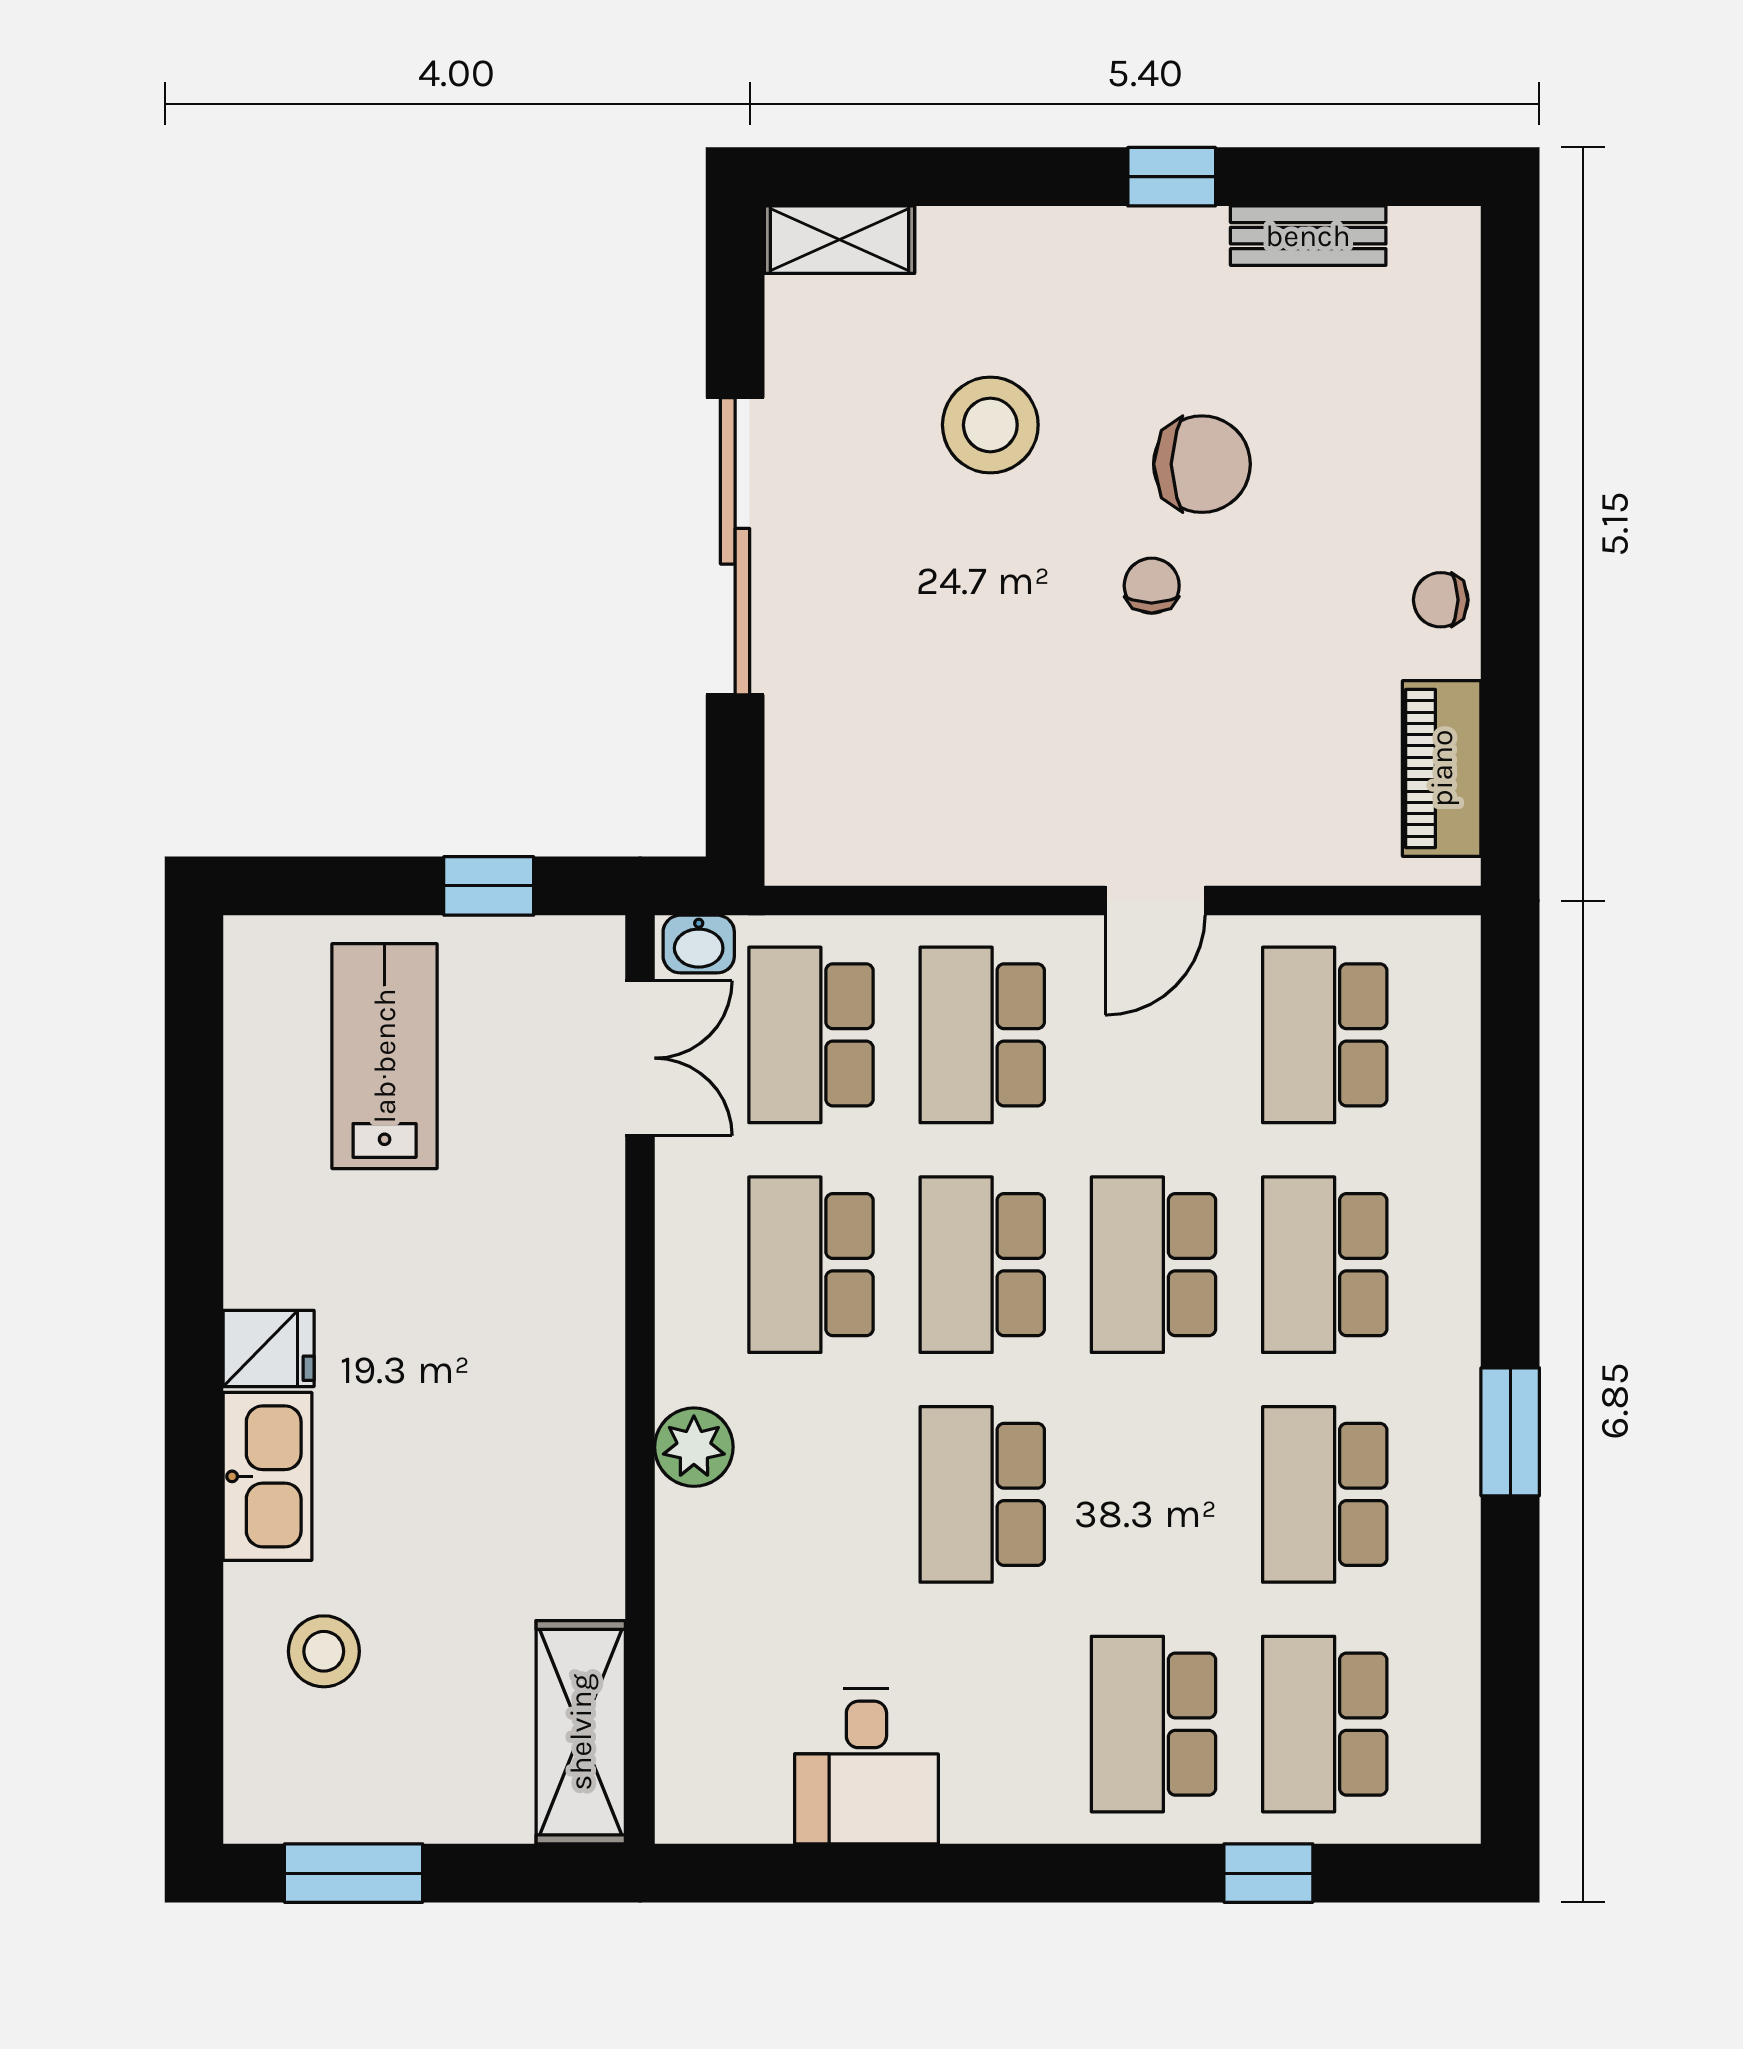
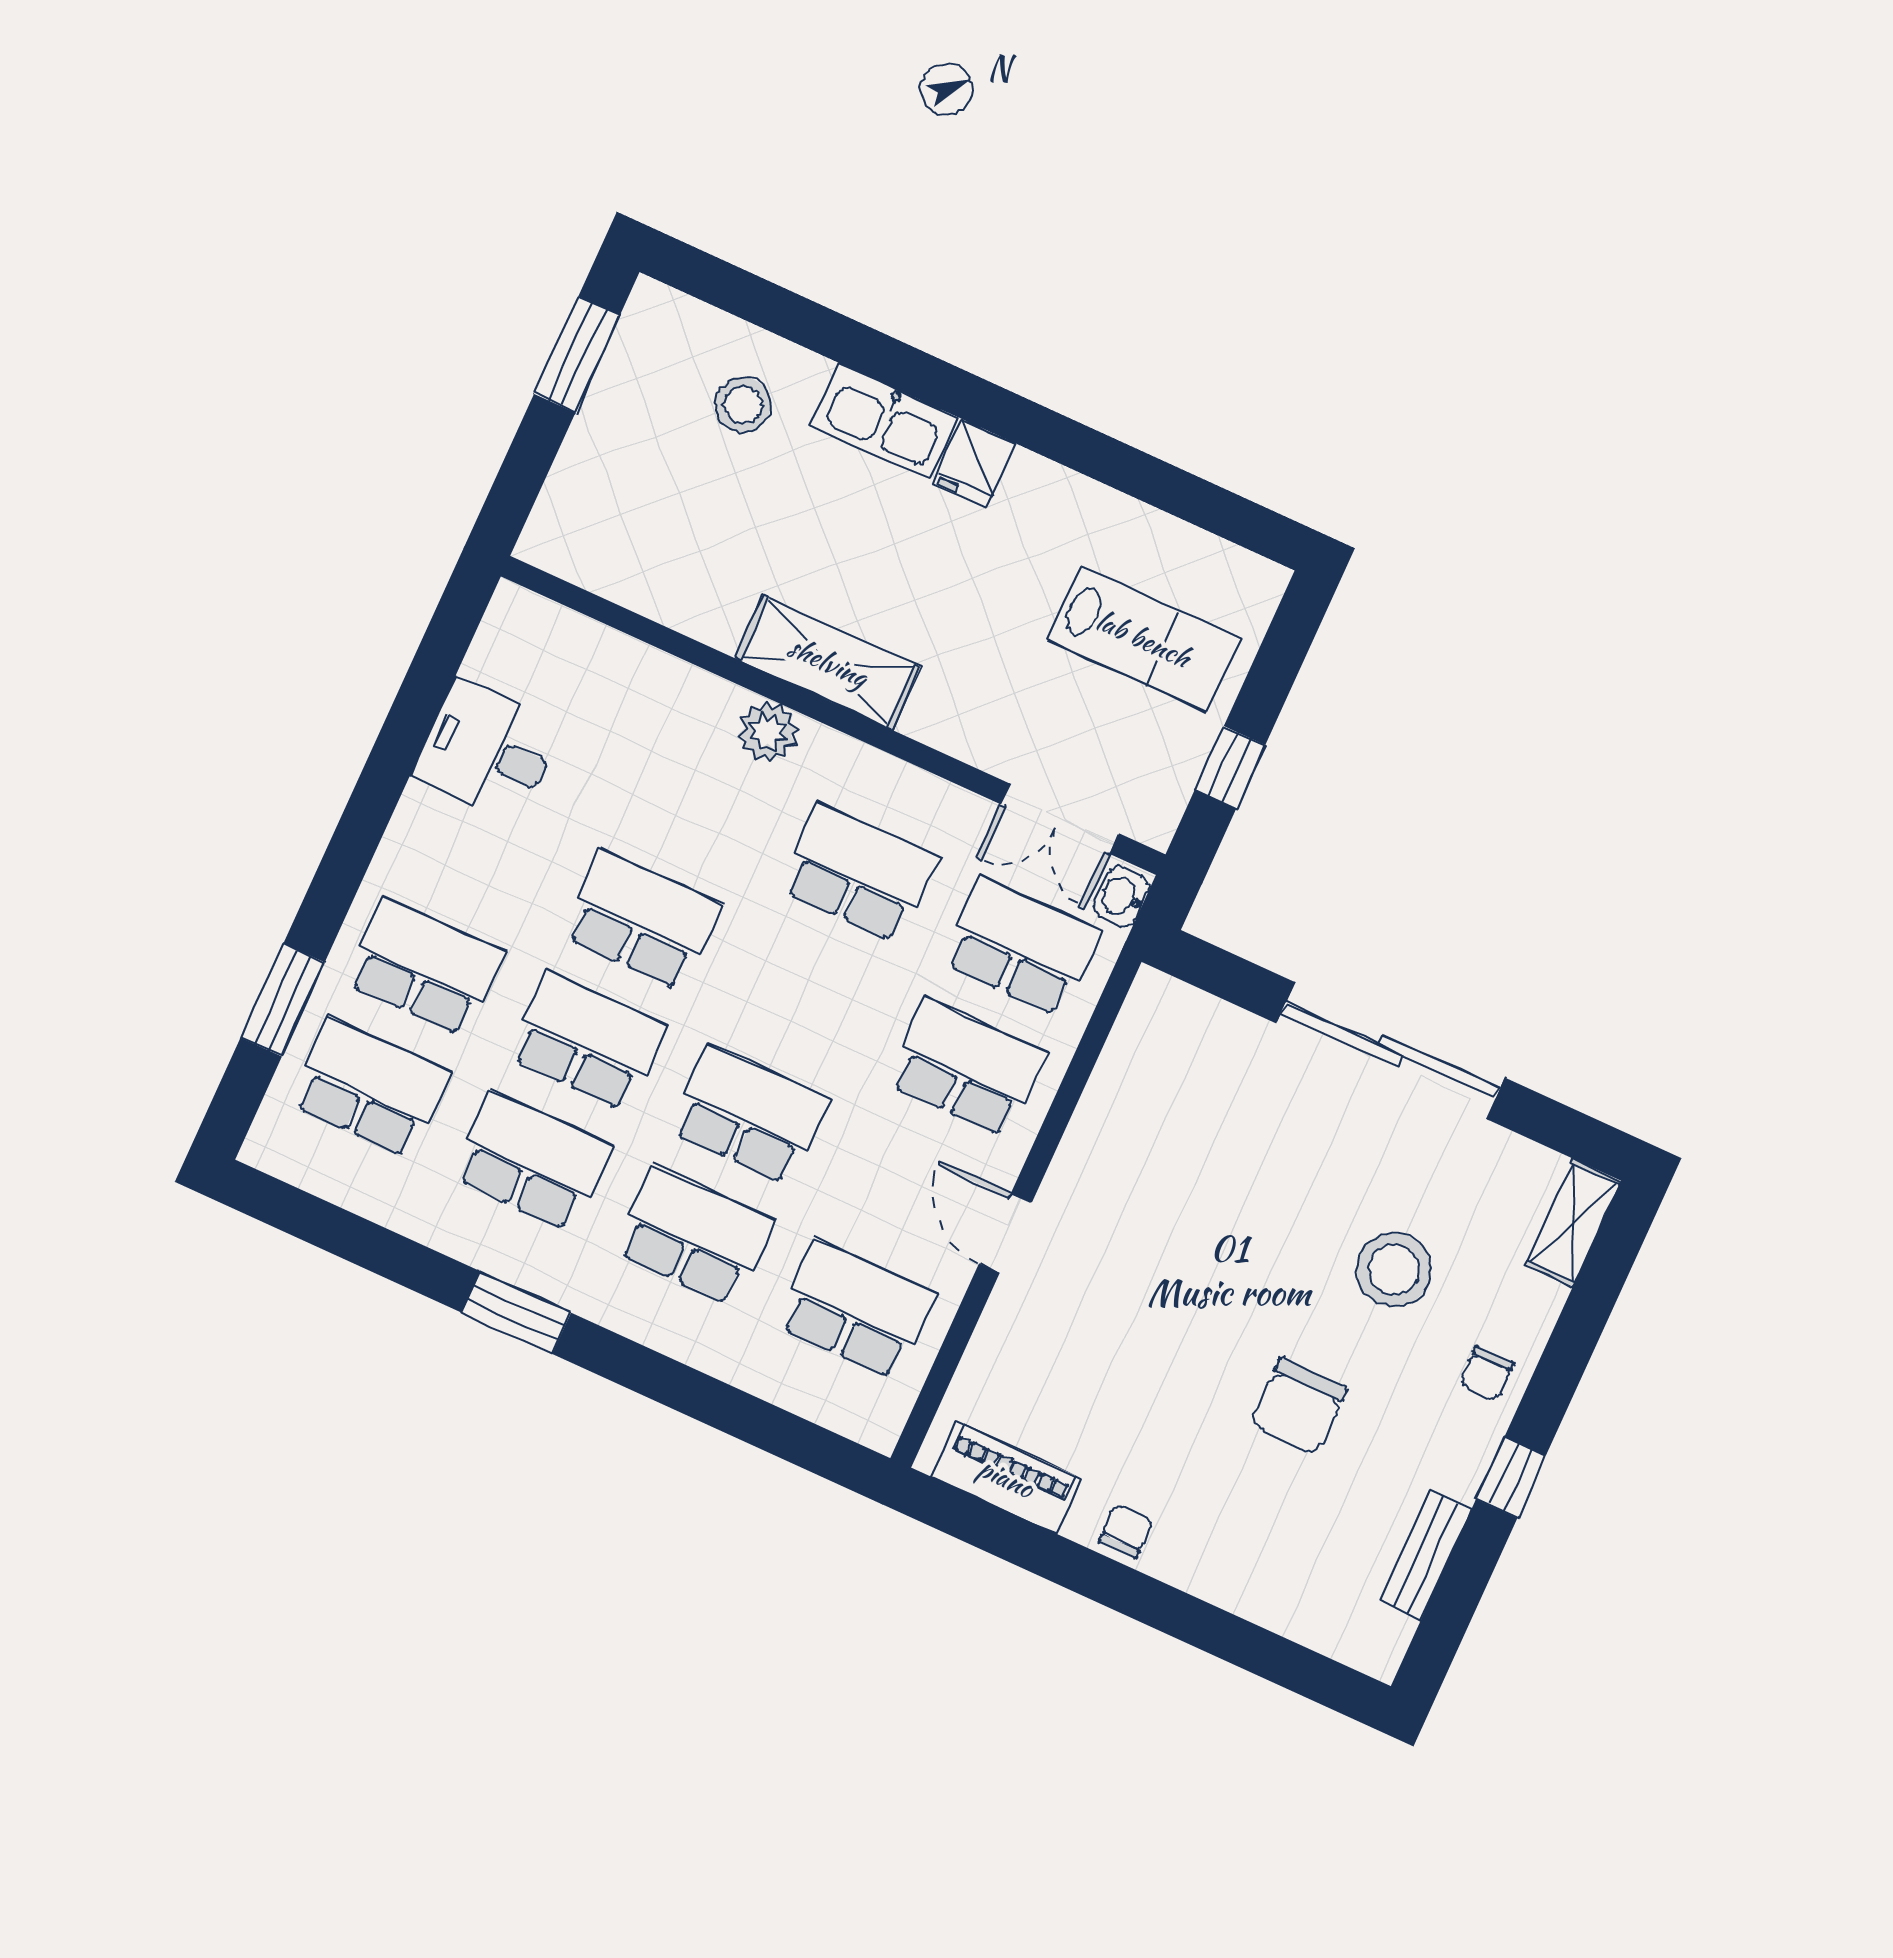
chair: (1152, 586) -> (1487, 1374), moved, turned 90
school desk: (982, 1265) -> (587, 1041), moved
shelving: (581, 1732) -> (828, 662), moved
window: (1268, 1873) -> (283, 1000), width x1.50

